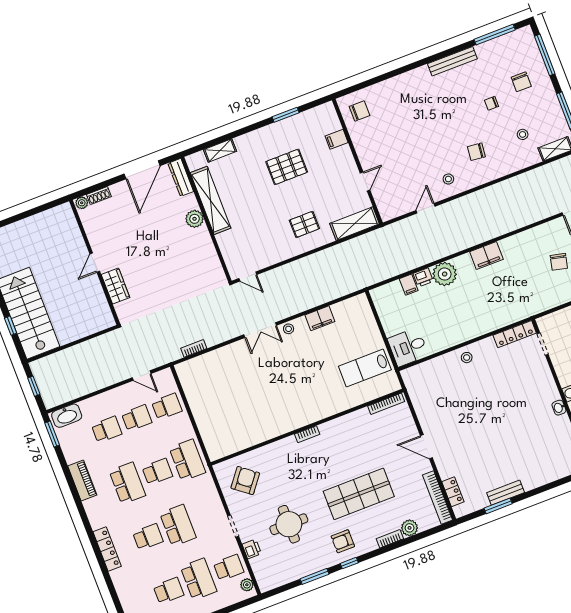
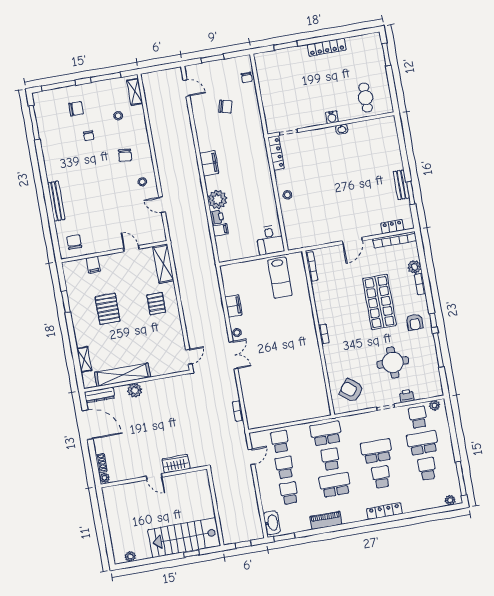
bench: (452, 61) -> (56, 201), moved
window: (314, 576) -> (438, 350), width x1.44

